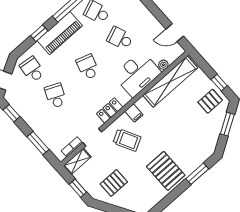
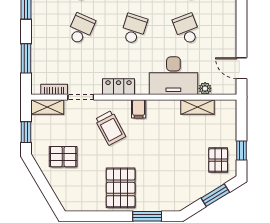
shelving: (170, 82) -> (198, 107), width x0.45, depth x0.75
pallet: (210, 101) -> (218, 160), turned 90

